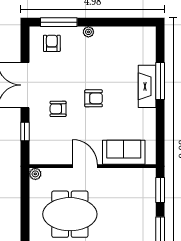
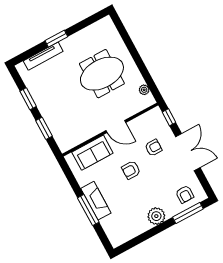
plant: (88, 32) -> (156, 216), width x1.88, depth x1.88
sofa: (124, 152) -> (92, 153), moved
door: (85, 166) -> (116, 127), moved
wall: (93, 166) -> (110, 130), moved

